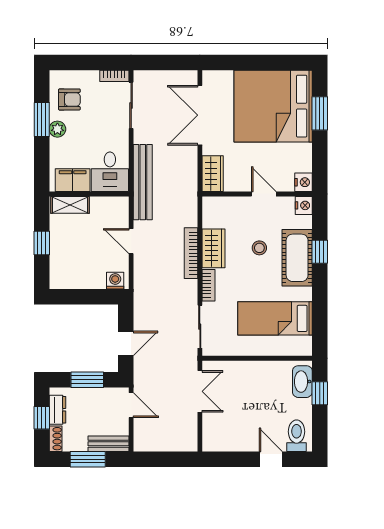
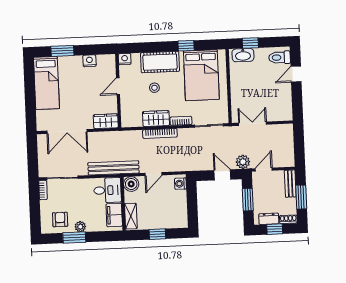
bed: (273, 106) -> (46, 83), width x0.49
nightstand: (303, 182) -> (89, 61), moved
boiler: (118, 207) -> (131, 184), added
window: (320, 252) -> (186, 46), moved
bed: (275, 318) -> (201, 75), width x1.50
plant: (144, 375) -> (243, 162), added

